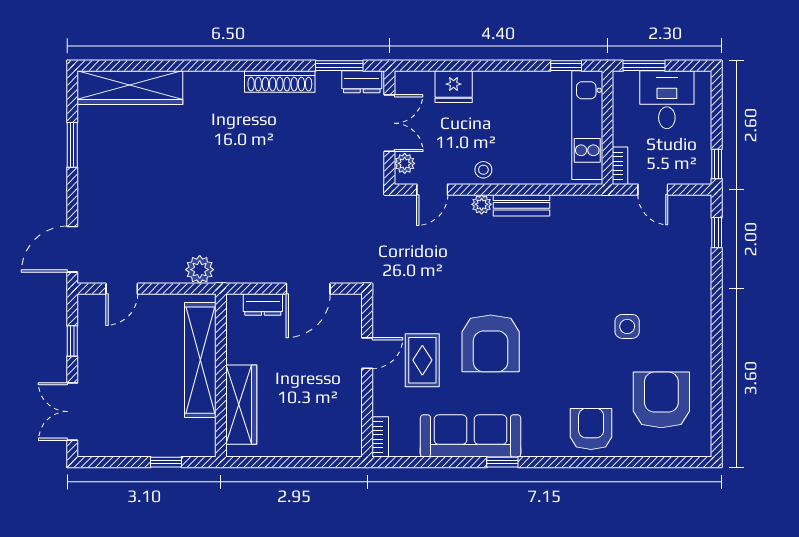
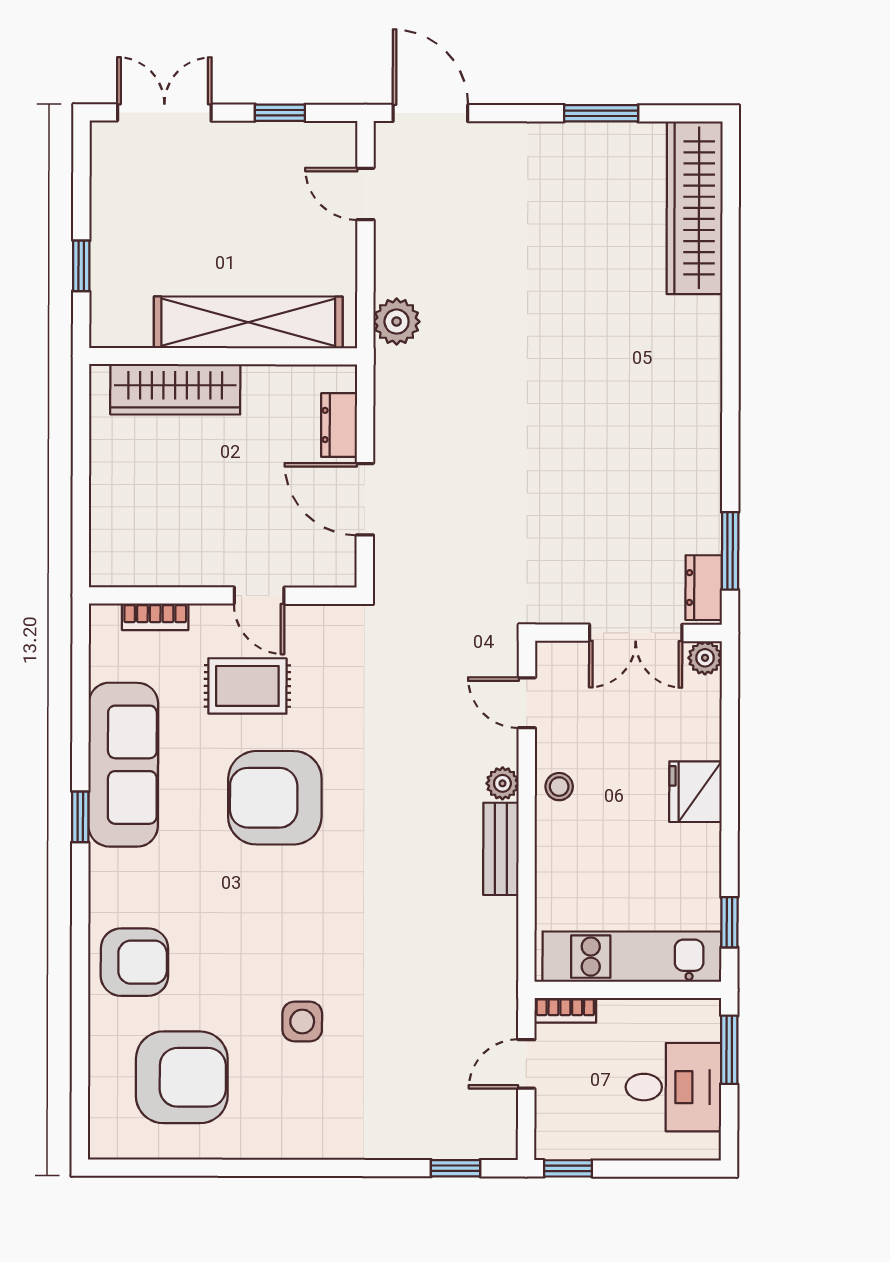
shoe rack: (280, 81) -> (704, 453), removed
fridge: (454, 87) -> (695, 792), moved
plant: (405, 163) -> (705, 658), moved
bookcase: (380, 437) -> (155, 617), moved

